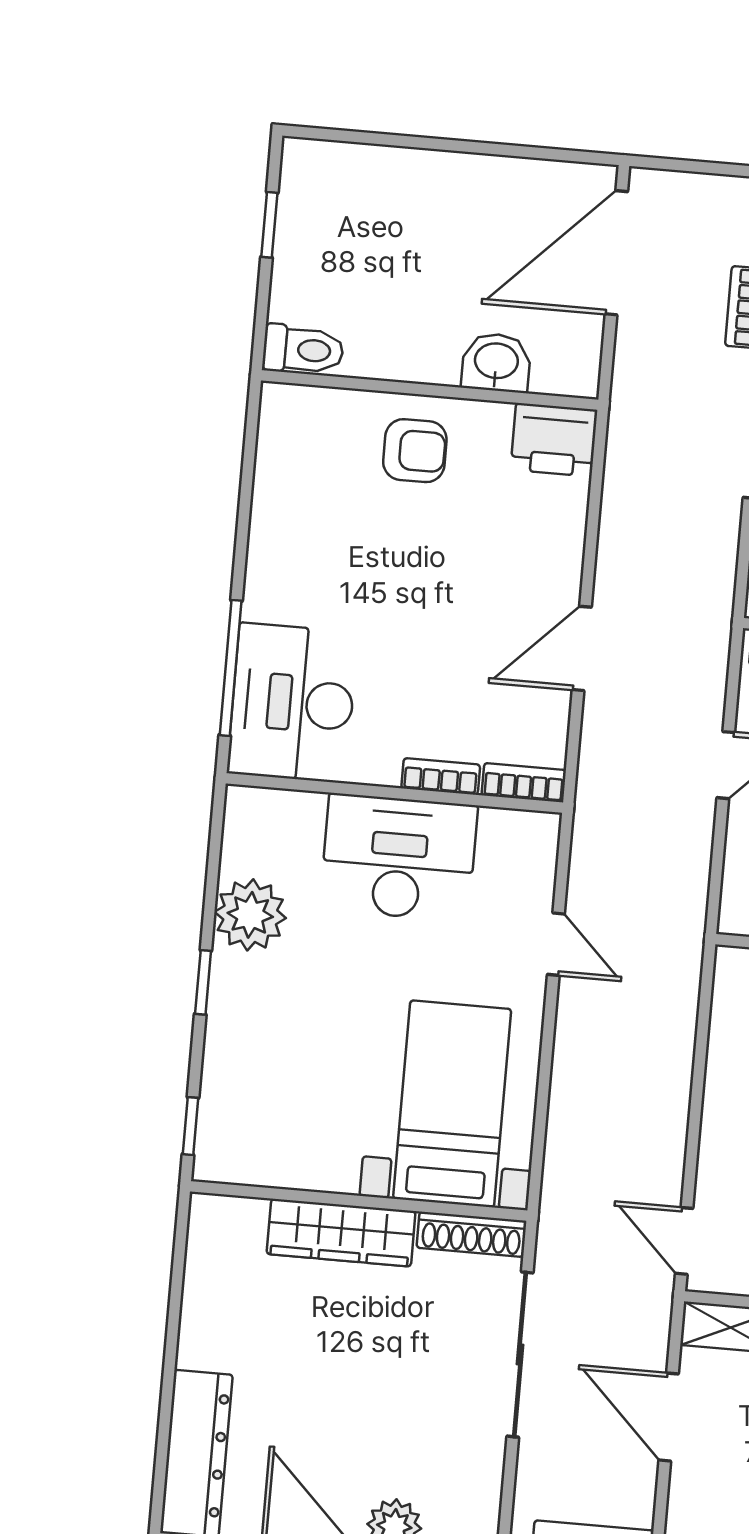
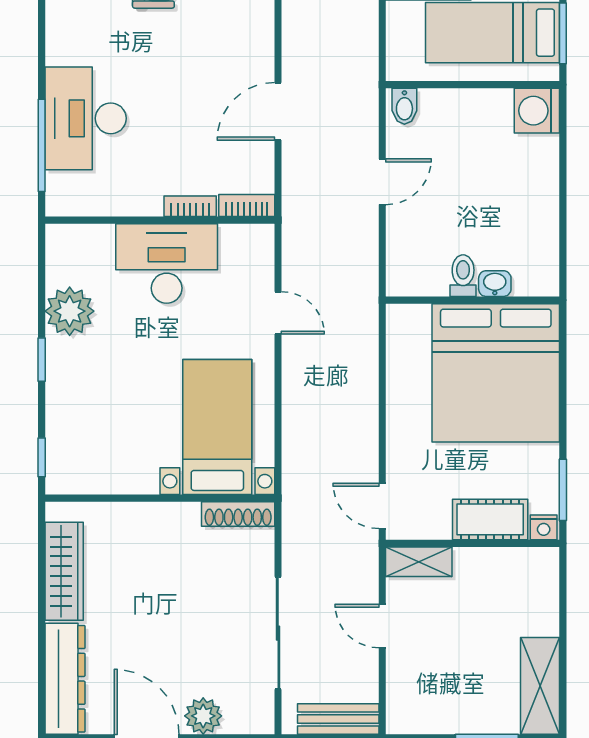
desk: (293, 703) -> (86, 118), moved
wardrobe: (341, 1233) -> (64, 571), moved, turned -90
sliding door: (520, 1355) -> (278, 633), moved
door: (669, 1417) -> (382, 626), width x0.73

